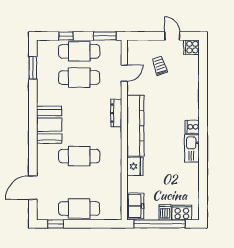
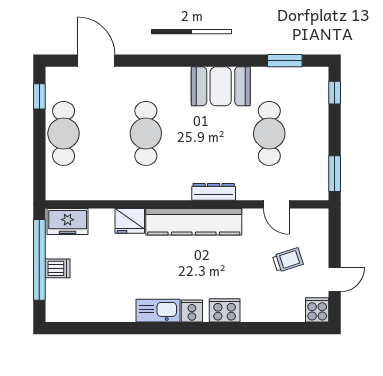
window: (66, 36) -> (335, 93), moved
cafe table: (79, 51) -> (310, 133), removed
booth: (49, 125) -> (221, 86), moved
cooker: (182, 213) -> (225, 310), moved, turned -90

